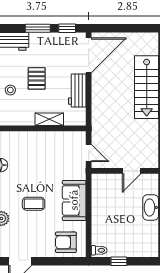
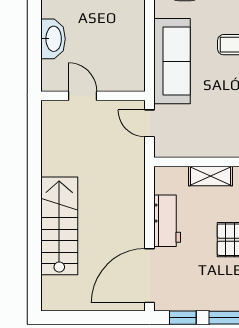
door: (132, 171) -> (83, 96), hinge flipped
sofa: (74, 200) -> (172, 61), width x1.36

